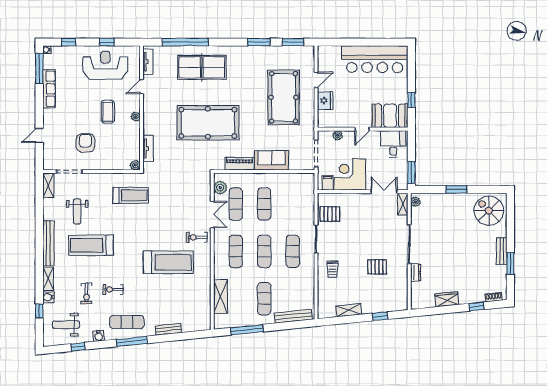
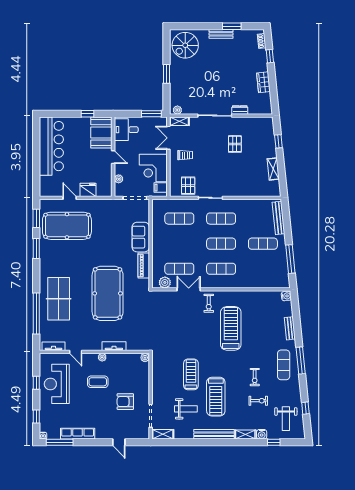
pool table: (284, 97) -> (67, 226), moved
tv unit: (148, 149) -> (114, 346), moved
treadmill: (131, 195) -> (191, 374), moved
exercise mat: (264, 204) -> (179, 219), moved
trolley: (333, 269) -> (185, 155), moved
shelving: (221, 297) -> (261, 282), removed
water cooler: (99, 336) -> (286, 296), moved

